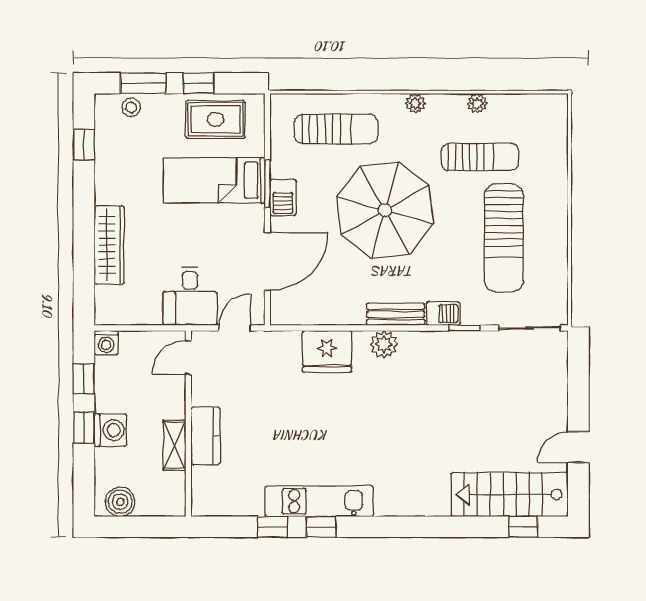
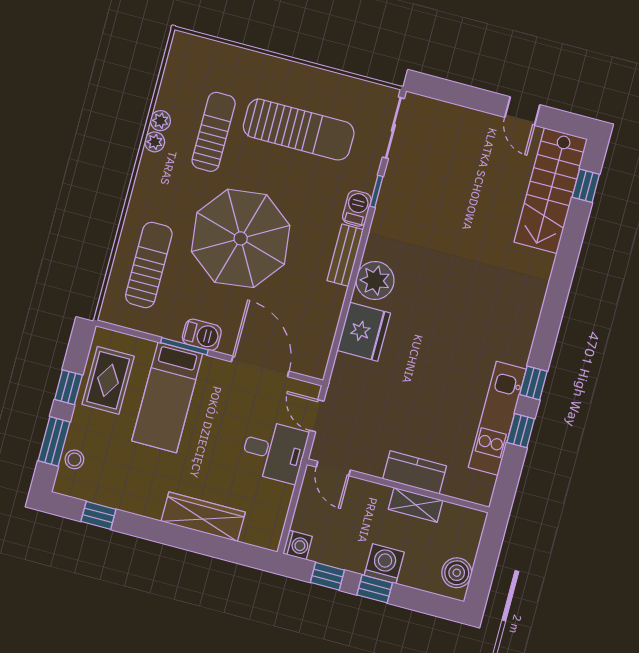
plant: (415, 103) -> (155, 142), moved
plant: (384, 344) -> (375, 280), width x1.36, depth x1.36
kitchen unit: (319, 501) -> (497, 418), moved

